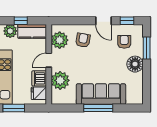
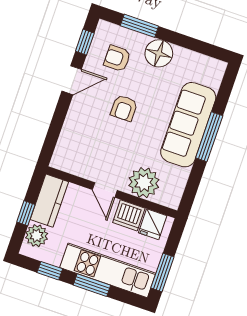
plant: (60, 40) -> (79, 161), removed
armchair: (83, 40) -> (124, 108), moved, turned -100

